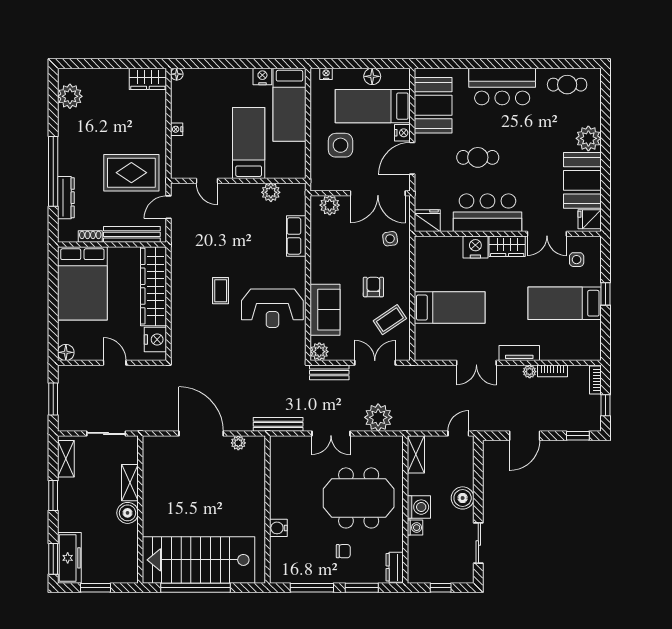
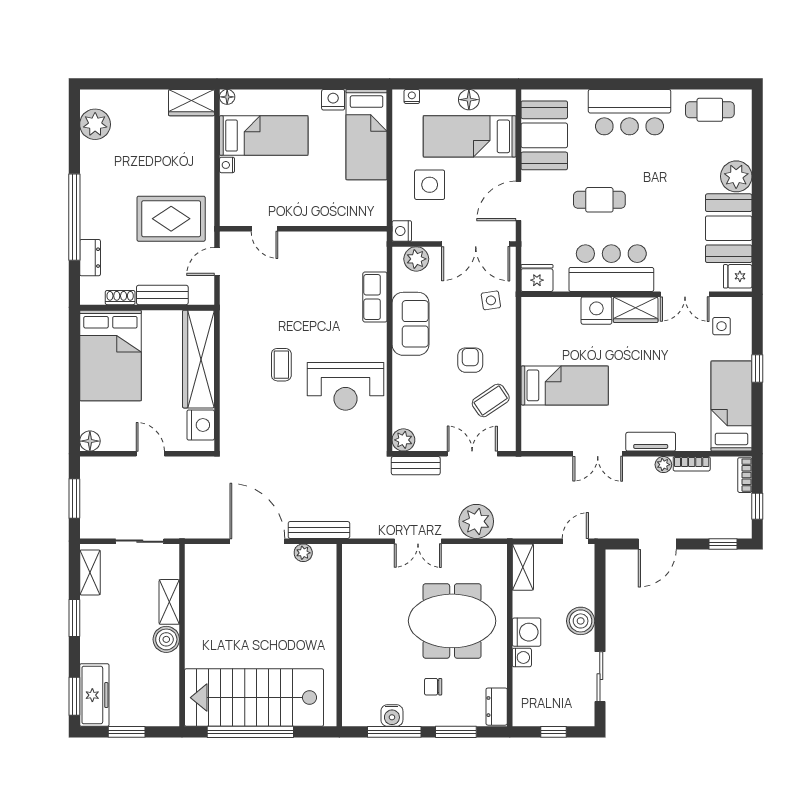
nightstand: (402, 133) -> (402, 231), moved, turned 180
bed: (249, 143) -> (264, 136), moved, turned 90
plant: (271, 192) -> (343, 243), removed
dresser: (66, 198) -> (90, 258), width x0.70
bench: (132, 234) -> (162, 295), width x0.73
bed: (565, 303) -> (731, 406), moved, turned 90
sofa: (325, 310) -> (410, 324), moved
bench: (278, 424) -> (319, 530), moved
water cooler: (278, 528) -> (392, 716), moved, turned -90
chair: (343, 551) -> (433, 687), turned 180

